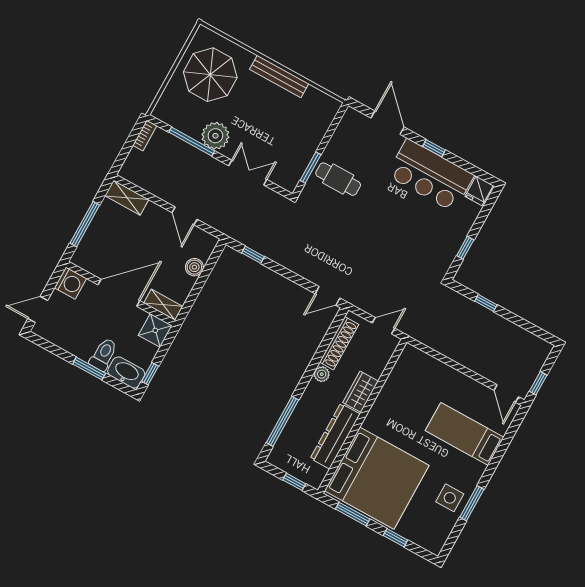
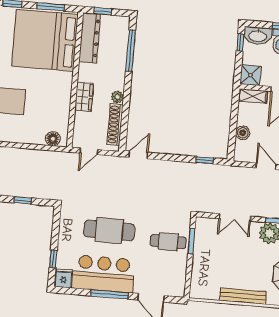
window: (434, 148) -> (109, 294), width x2.17
cafe table: (401, 223) -> (109, 230), added
window: (465, 248) -> (53, 259), moved
floor lamp: (419, 359) -> (53, 139), added
dresser: (335, 436) -> (90, 38), moved

